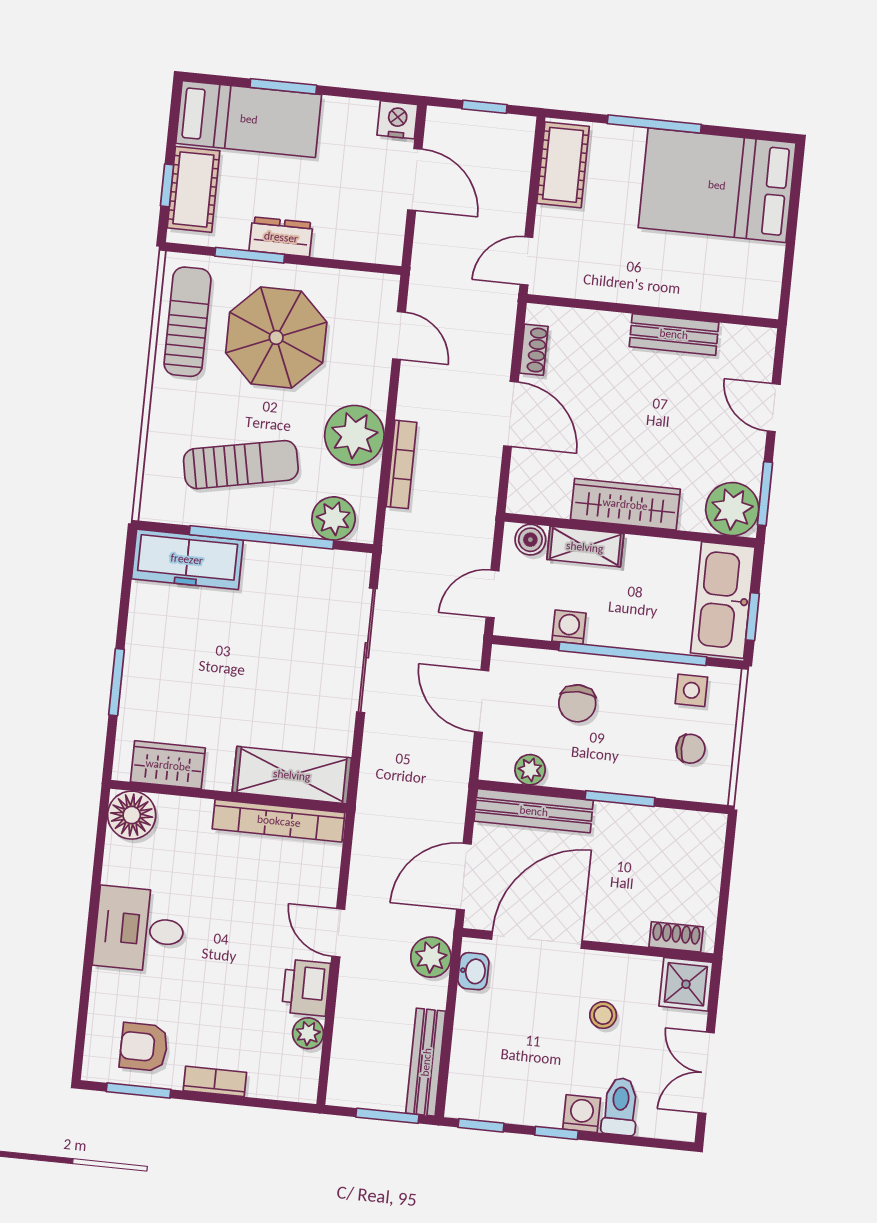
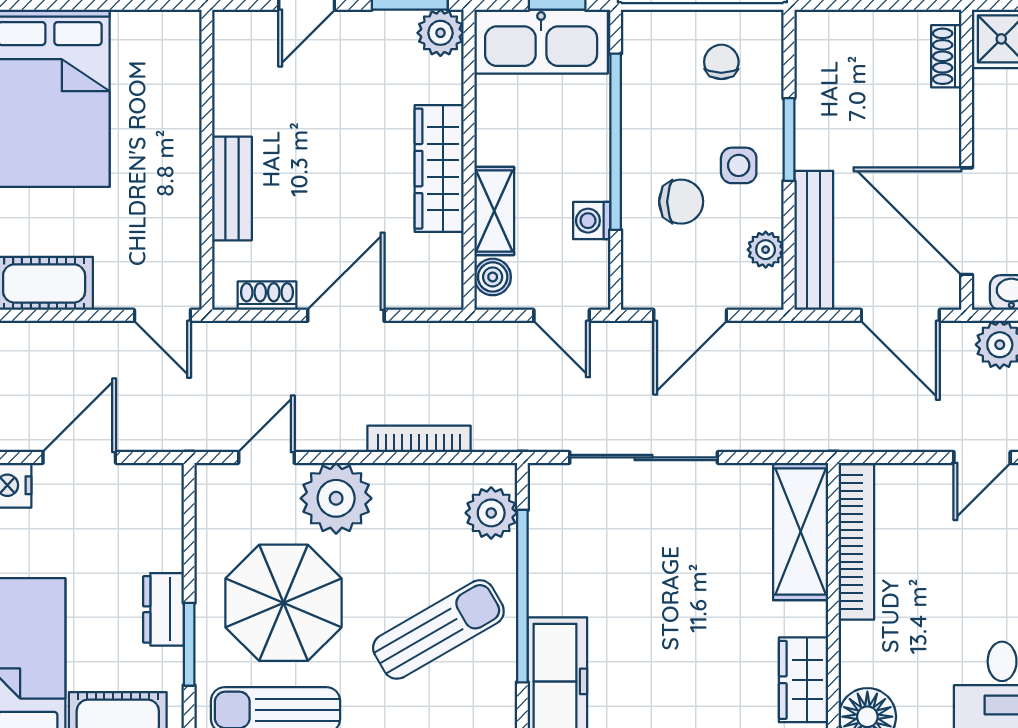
bench: (674, 334) -> (232, 188), moved
plant: (354, 435) -> (336, 498), moved
sun lounger: (241, 465) -> (438, 629), turned 71
plant: (732, 509) -> (440, 33), width x0.73, depth x0.73
side table: (691, 690) -> (739, 165), moved

